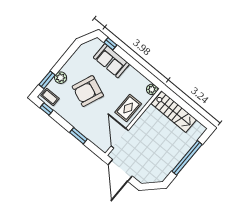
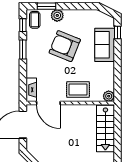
window: (79, 136) -> (23, 50), moved
door: (120, 138) -> (48, 103), swing flipped
fireplace: (99, 143) -> (31, 90), added

